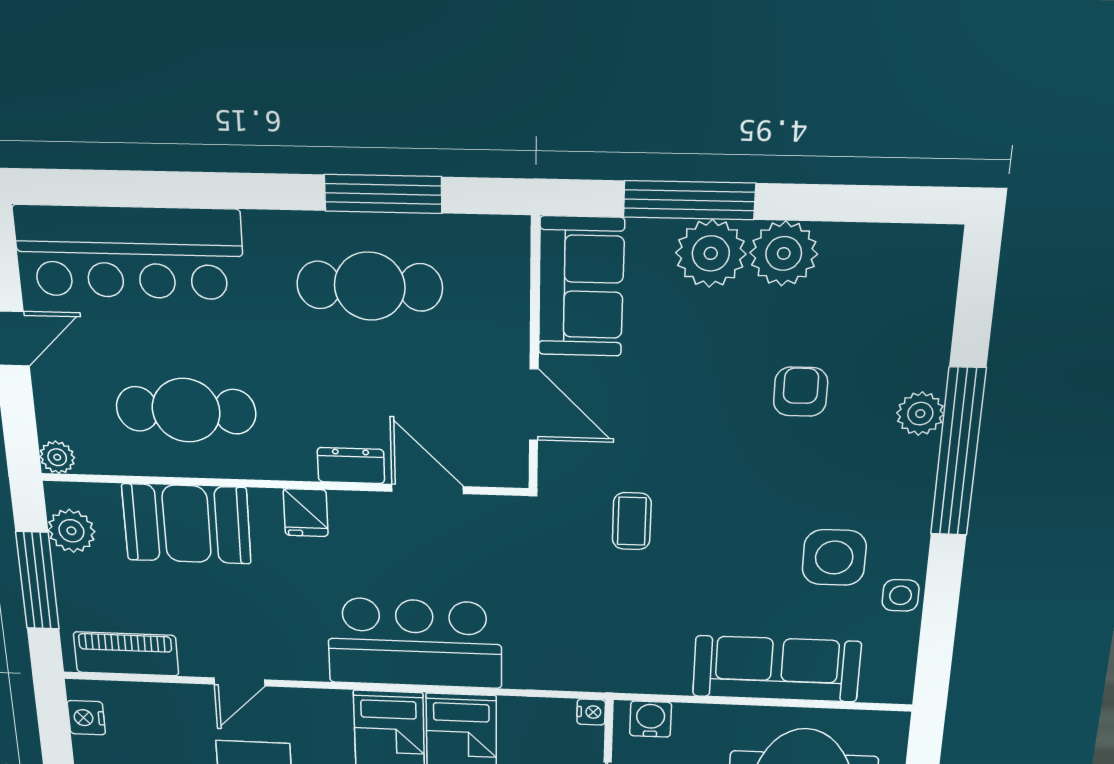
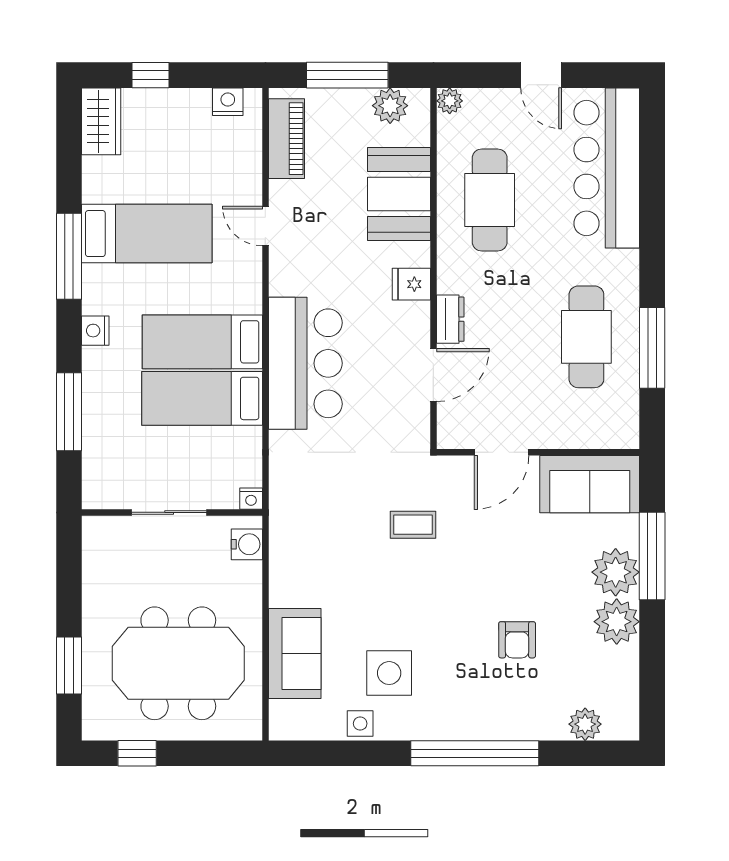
armchair: (801, 392) -> (517, 640), turned 90
plant: (920, 414) -> (585, 724), moved
sofa: (776, 669) -> (295, 653), width x0.73

